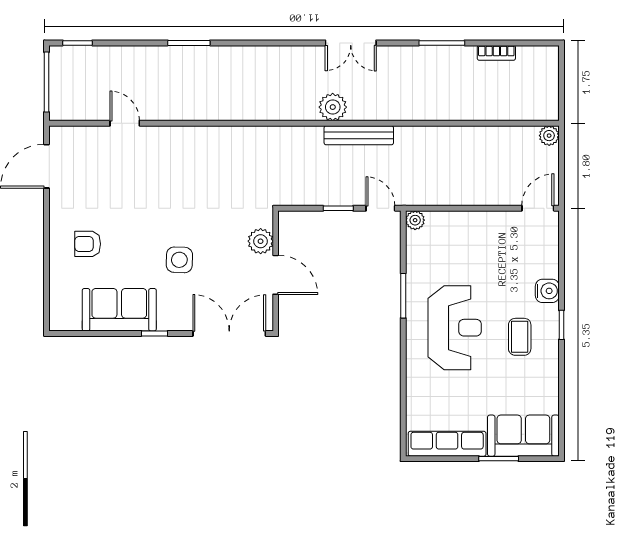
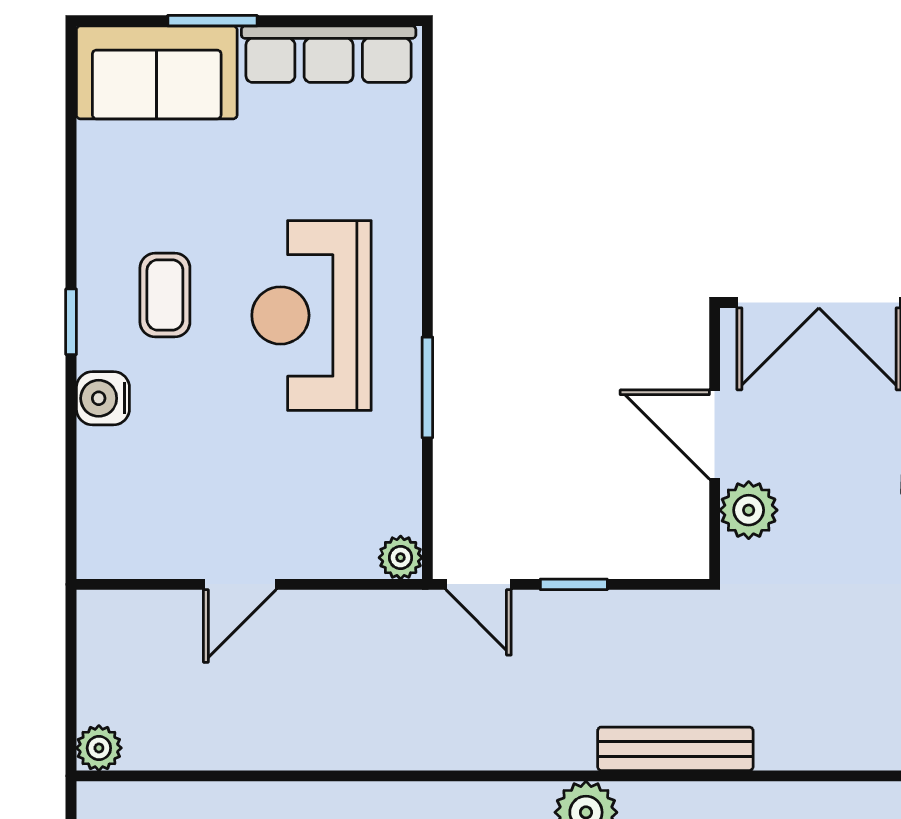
bench: (359, 135) -> (675, 749), moved
door: (538, 208) -> (240, 584), moved

